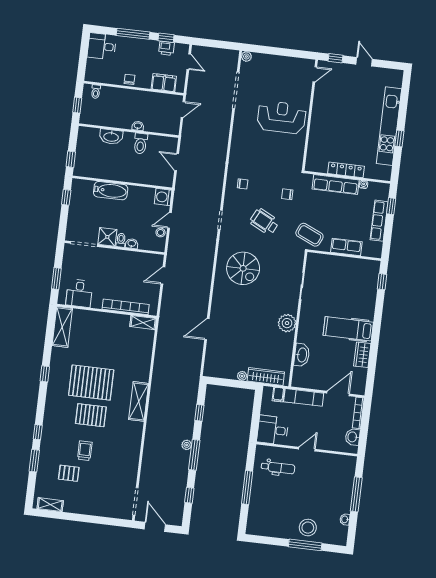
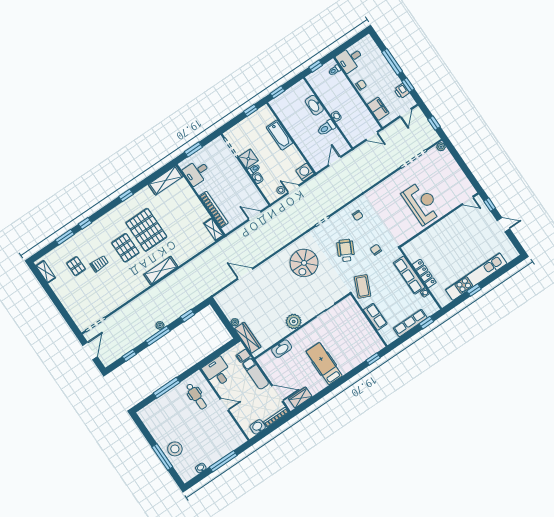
window: (220, 44) -> (434, 123), added
desk: (102, 46) -> (350, 59), moved, turned -90
door: (364, 62) -> (503, 225), hinge flipped
wardrobe: (362, 355) -> (300, 398), moved

